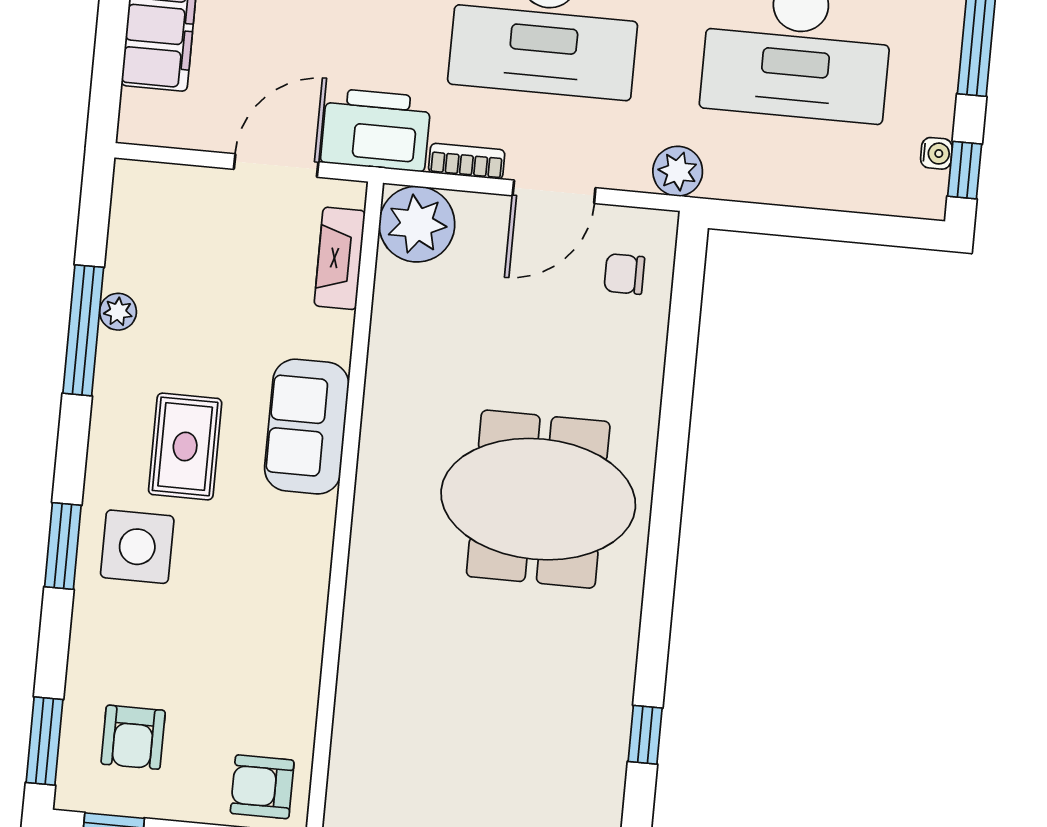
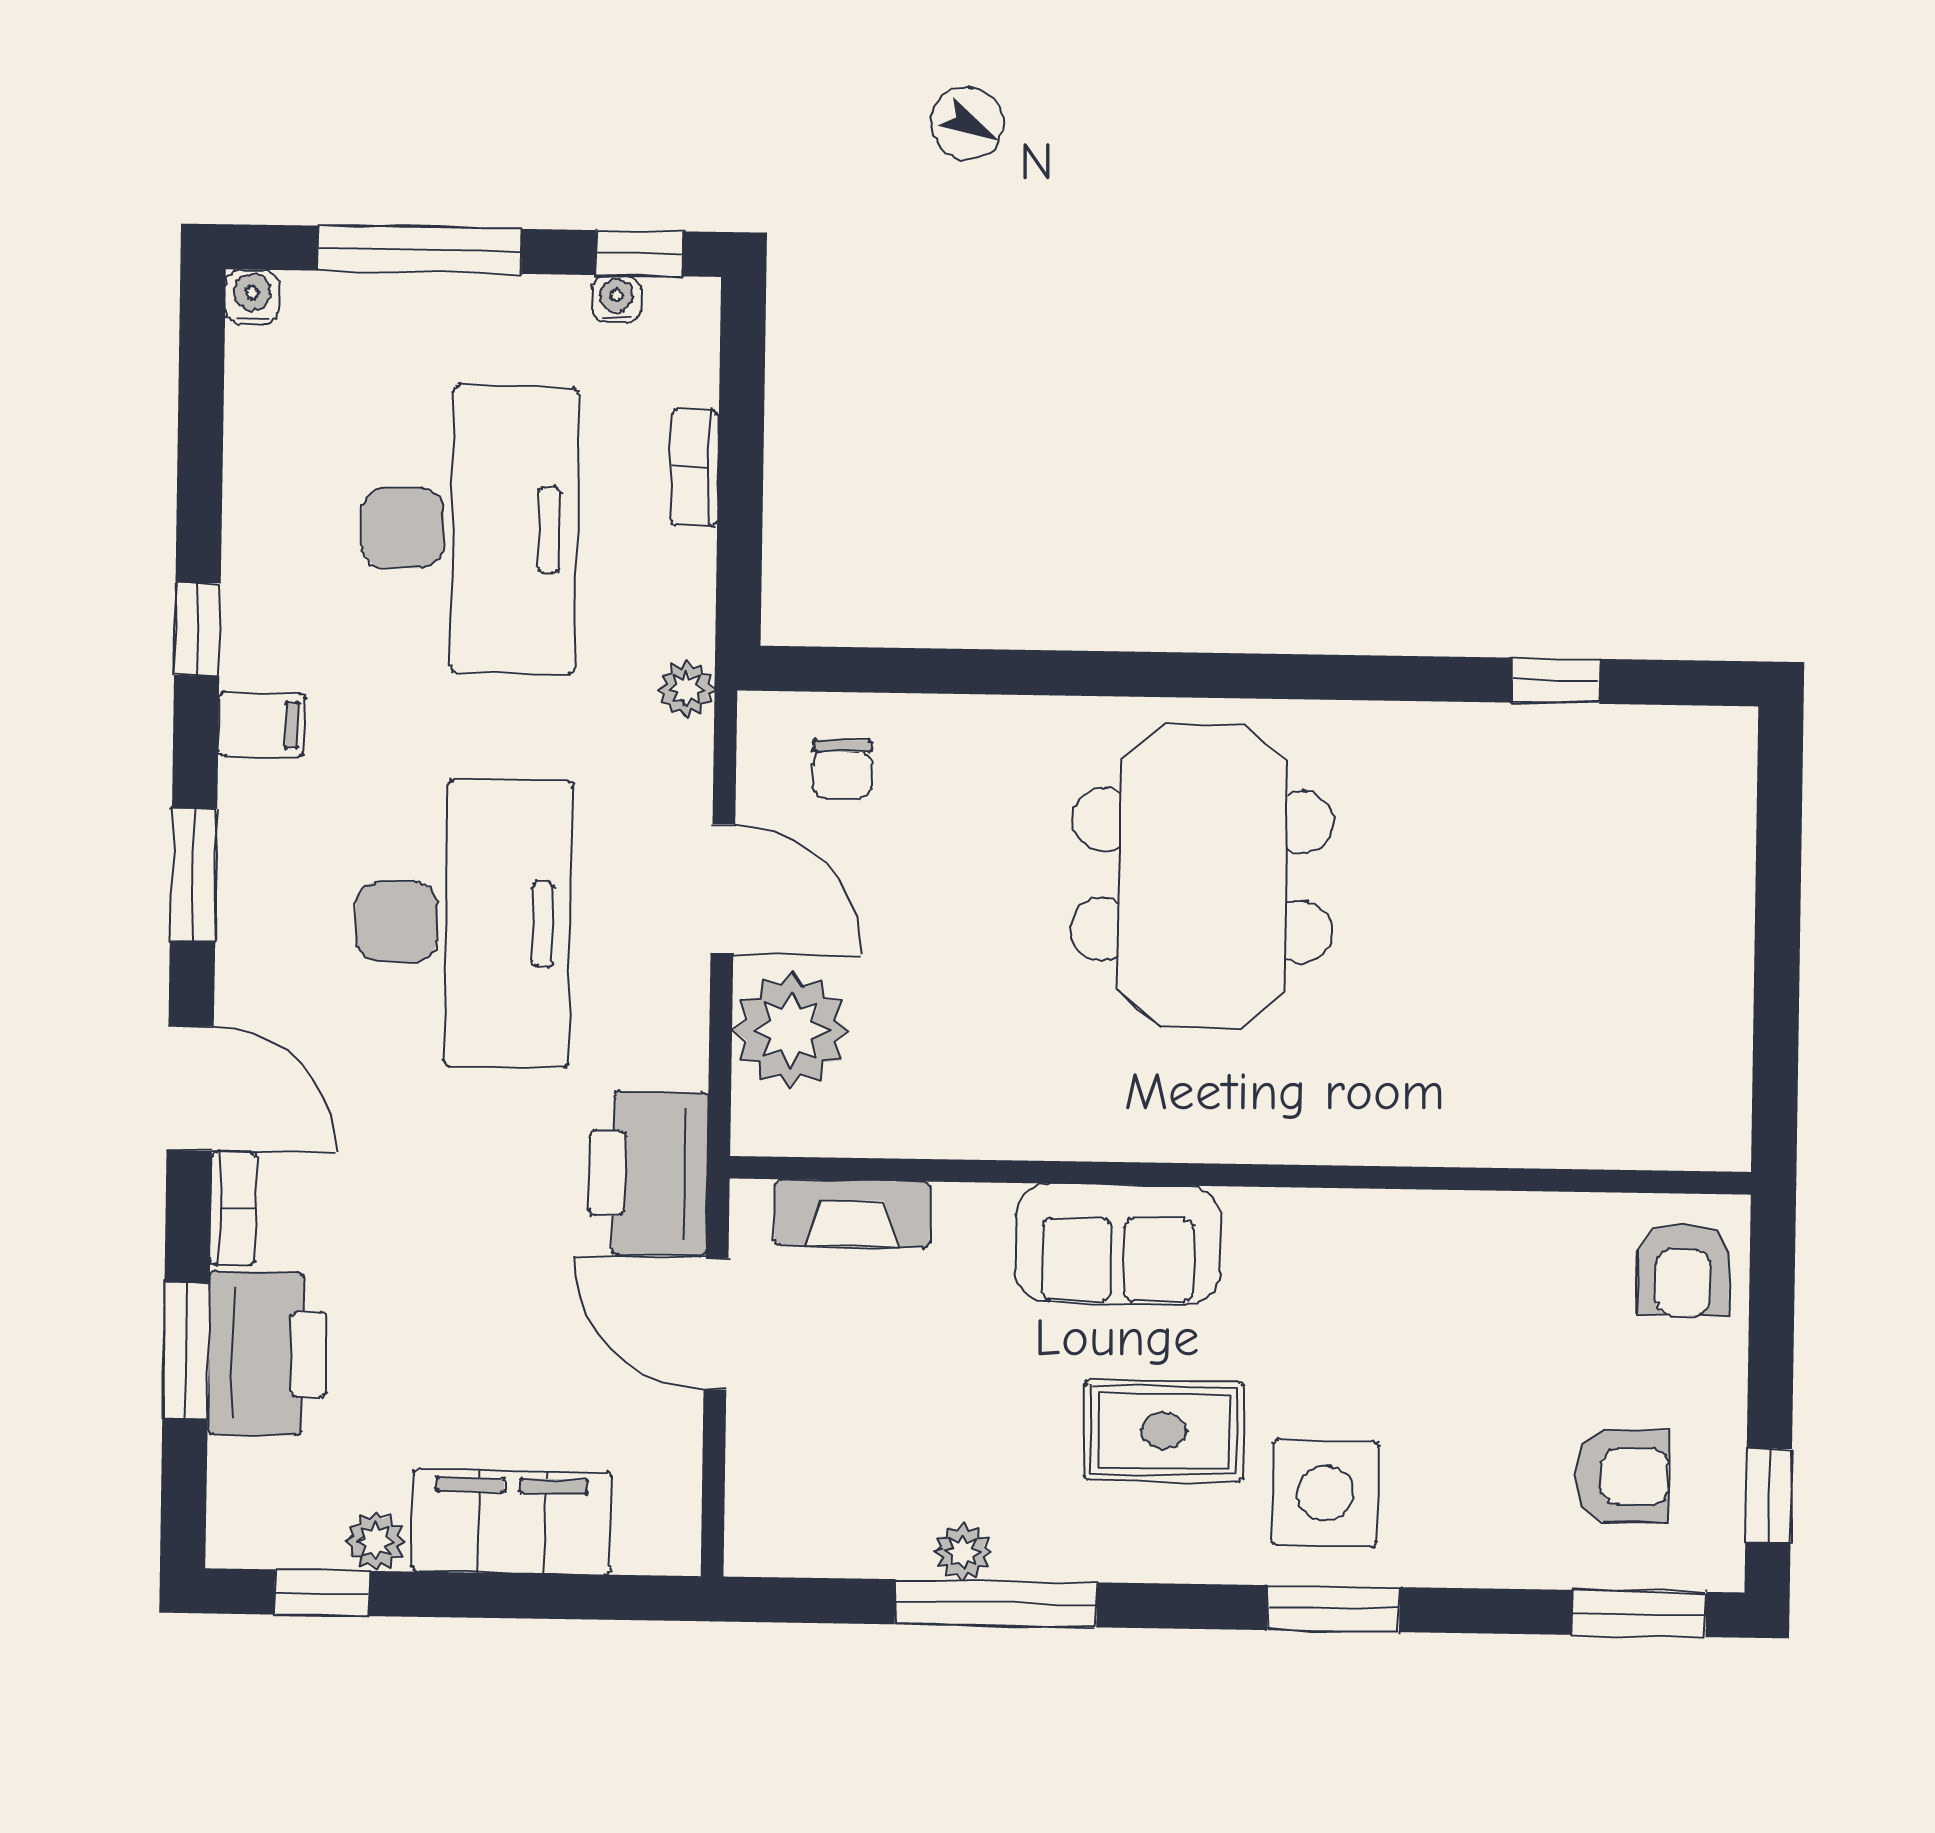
bookcase: (467, 161) -> (695, 468), moved
plant: (678, 171) -> (687, 689), width x0.73, depth x0.73
plant: (417, 224) -> (791, 1030), moved

